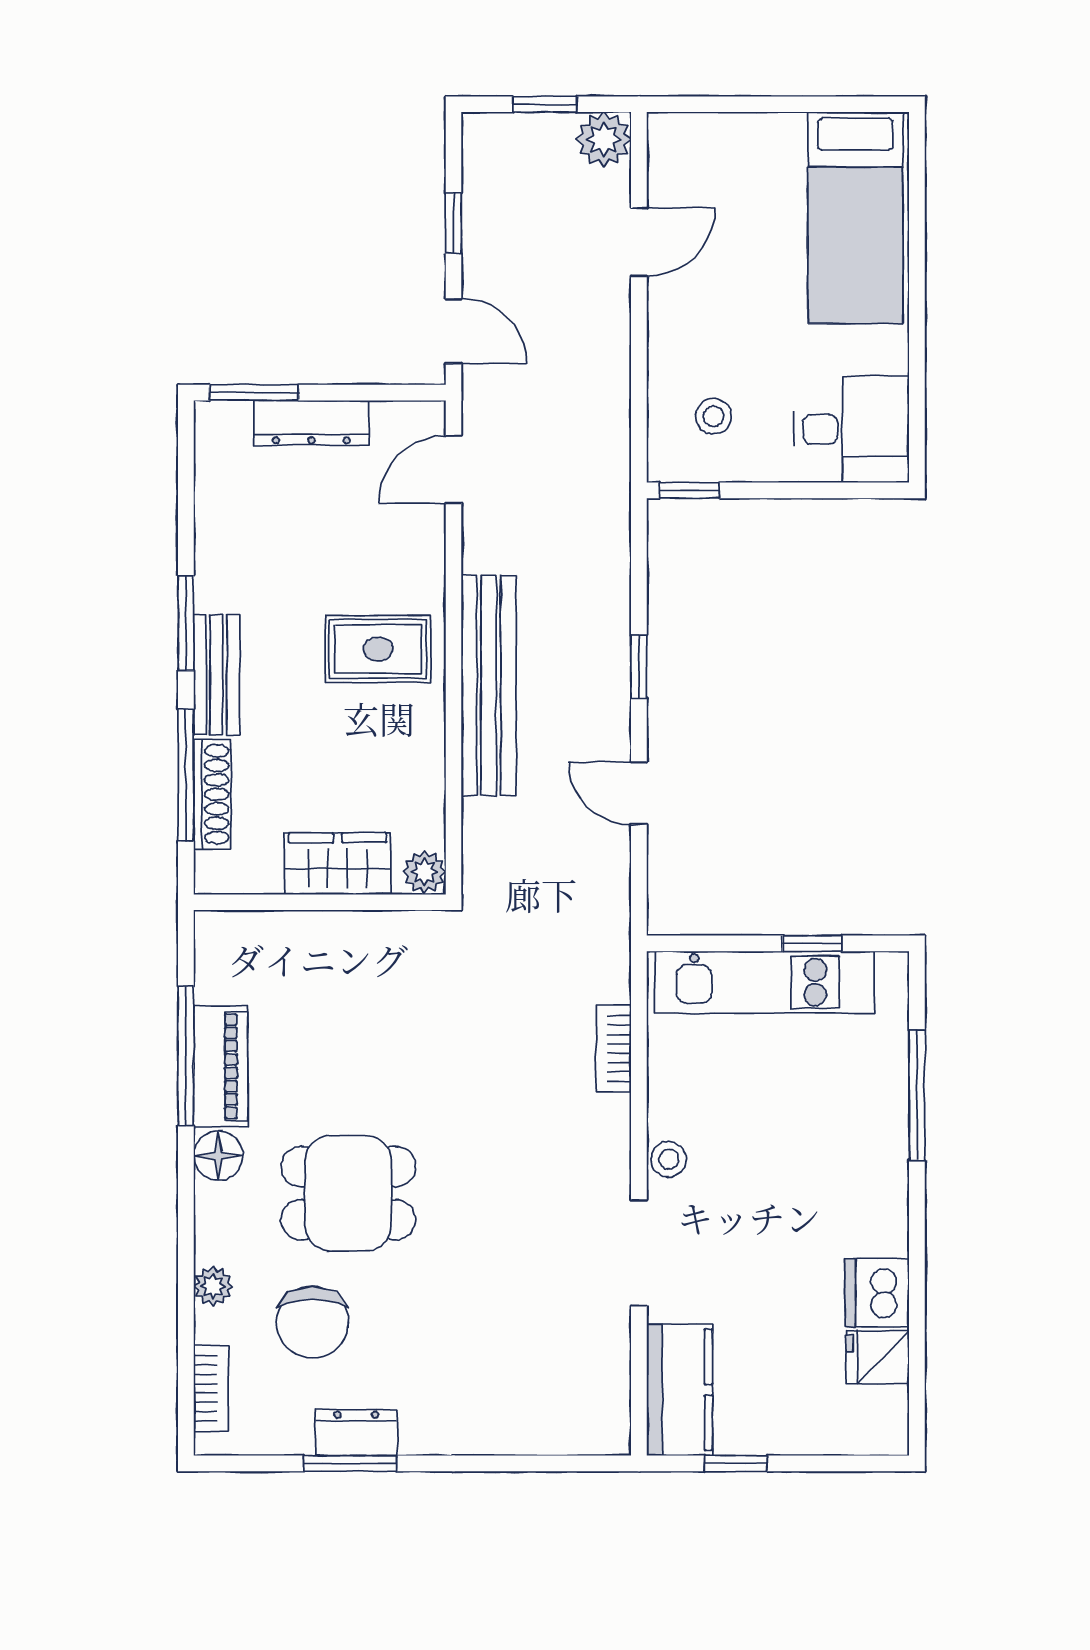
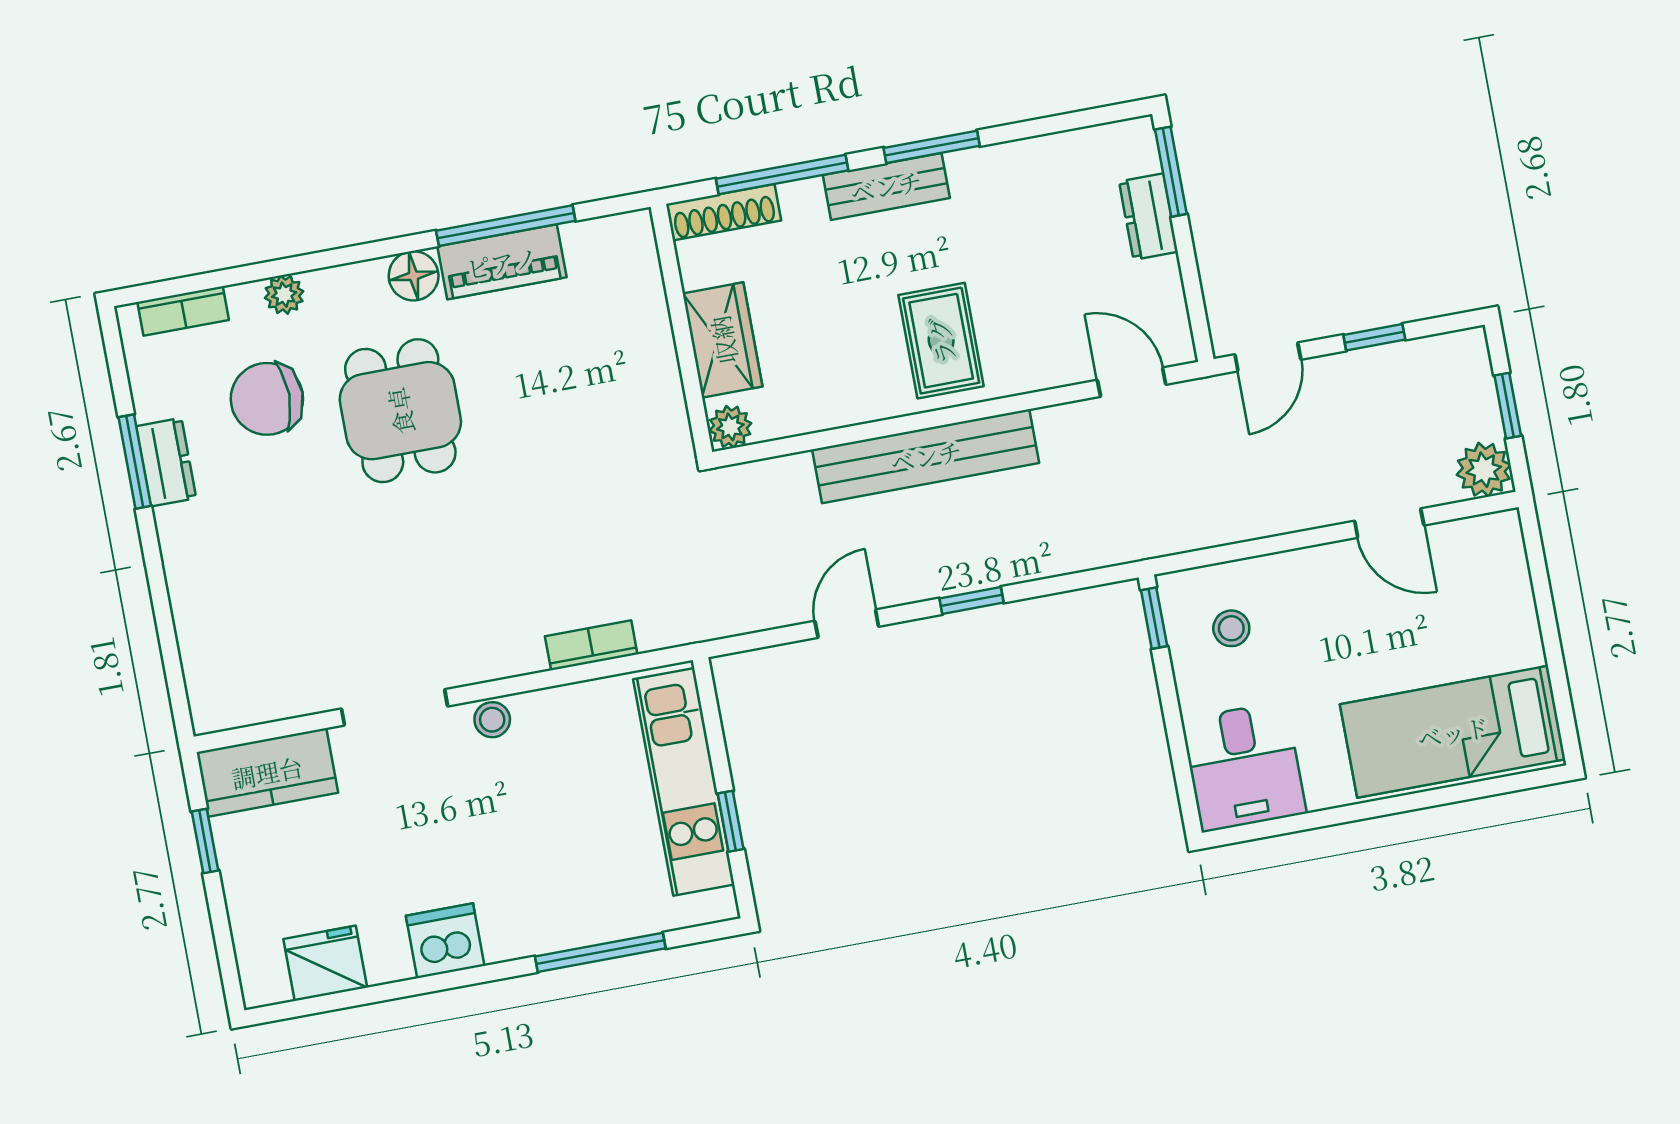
dresser: (311, 423) -> (1148, 217), width x0.70
shoe rack: (212, 794) -> (724, 212), moved
dishwasher: (877, 1293) -> (445, 941), moved
fridge: (878, 1357) -> (325, 963), width x1.38

